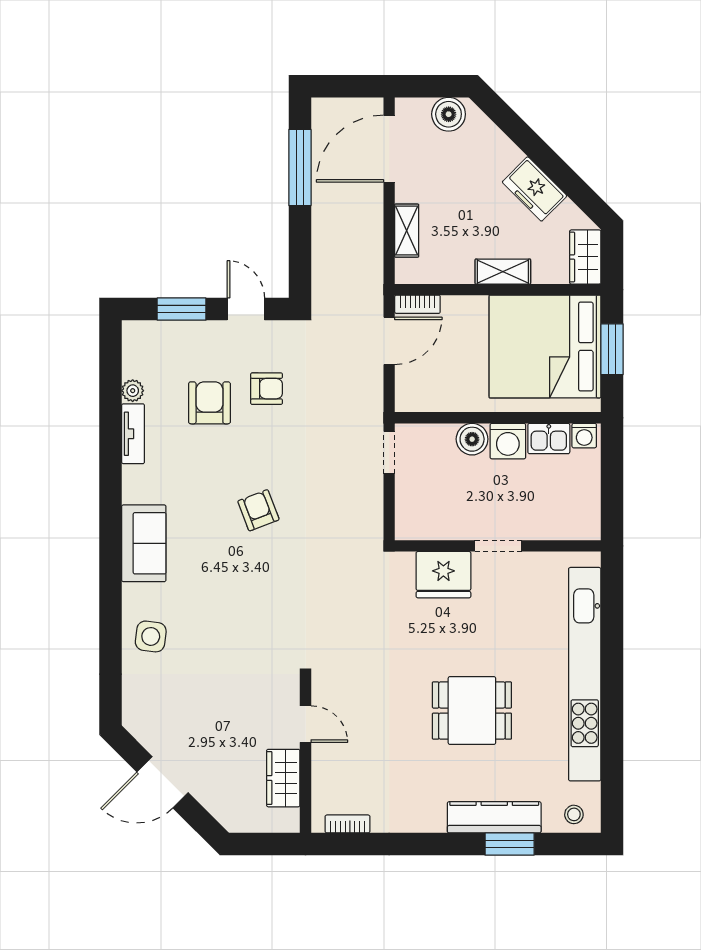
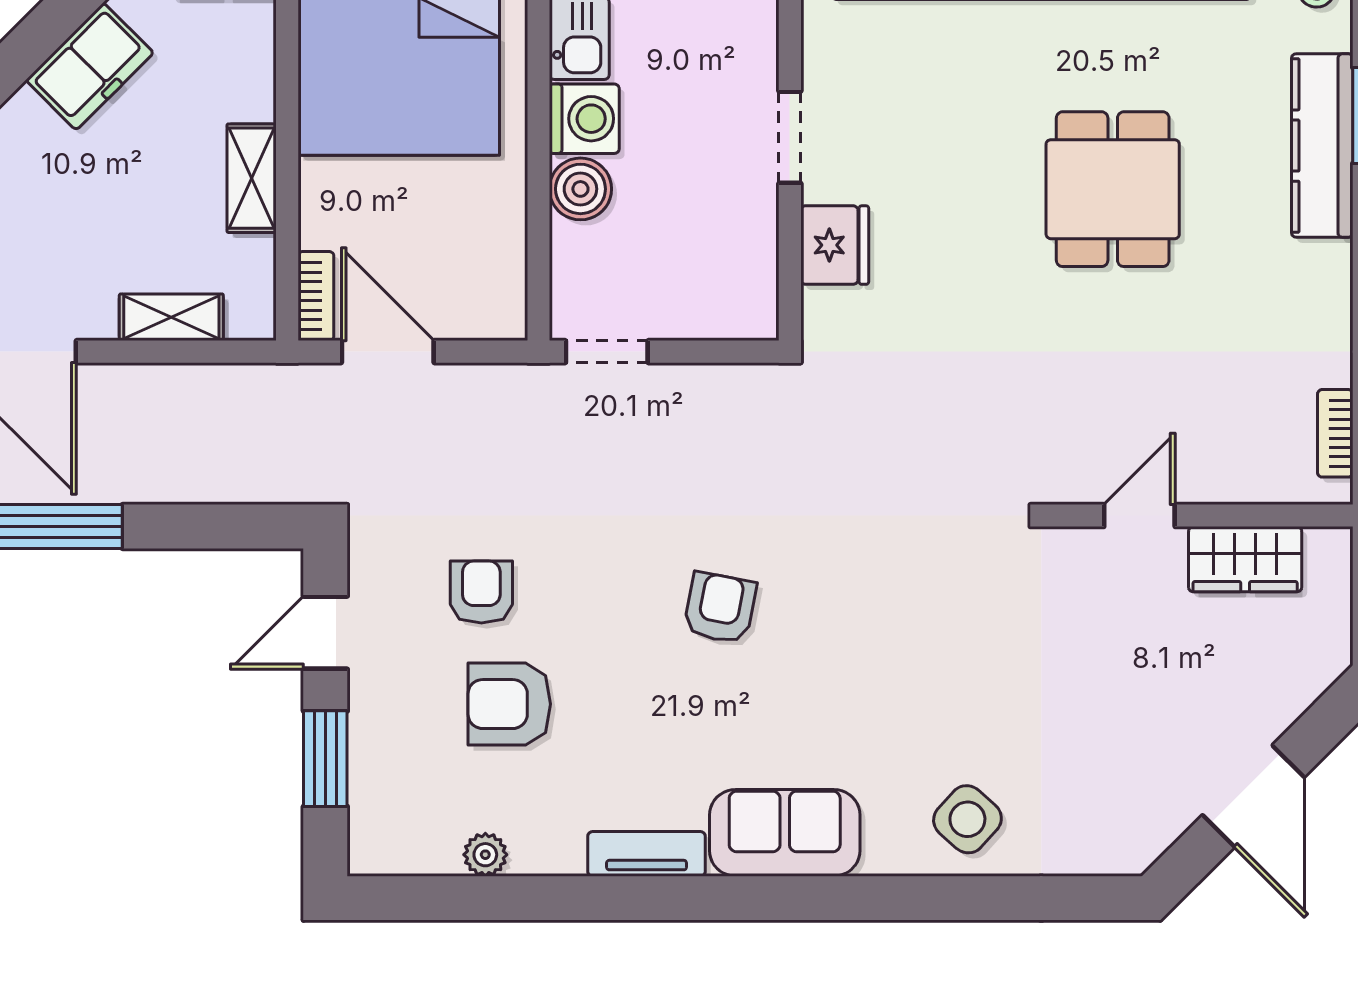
shelving: (503, 272) -> (252, 178), moved
tv unit: (133, 434) -> (647, 854), moved
armchair: (258, 510) -> (720, 608), turned 122
fridge: (443, 575) -> (835, 245), width x0.73, depth x0.75
side table: (151, 636) -> (967, 819), turned 35

